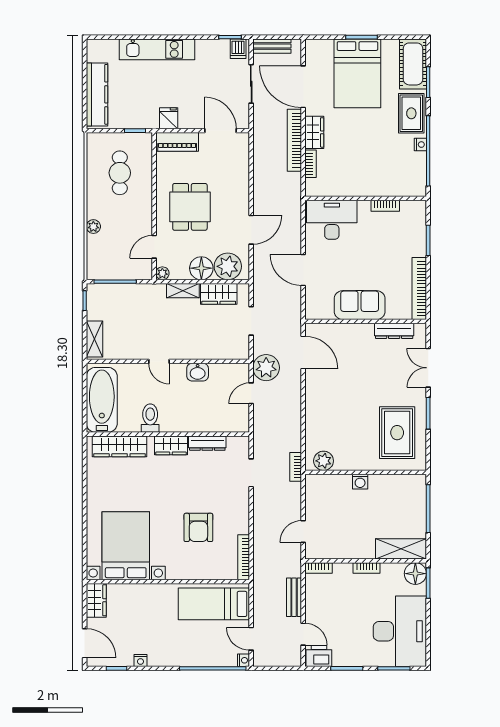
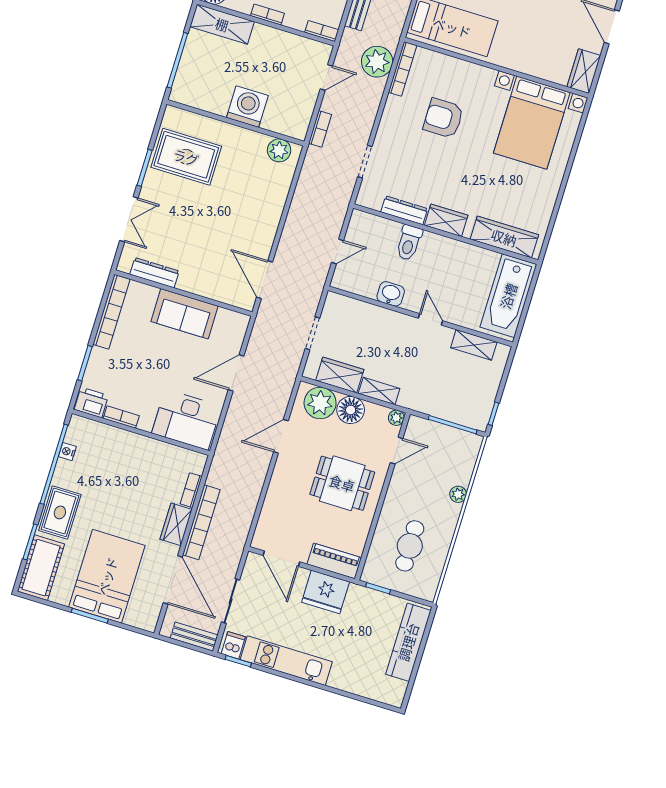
kitchen unit: (157, 49) -> (286, 661), moved
fridge: (169, 118) -> (326, 592), width x1.88, depth x1.34
nightstand: (420, 145) -> (67, 452), moved
dining table: (190, 207) -> (342, 483), turned 90
printer: (413, 210) -> (91, 402), added
door: (303, 270) -> (236, 373), swing flipped
shelving: (95, 339) -> (474, 345), moved, turned 90
plant: (266, 368) -> (377, 62), moved
toilet: (150, 418) -> (409, 243), moved
rug: (397, 433) -> (186, 157), turned 90
bookcase: (296, 467) -> (320, 129), moved
washing machine: (360, 482) -> (247, 107), width x1.89, depth x1.89
armchair: (198, 527) -> (443, 118), turned -90

